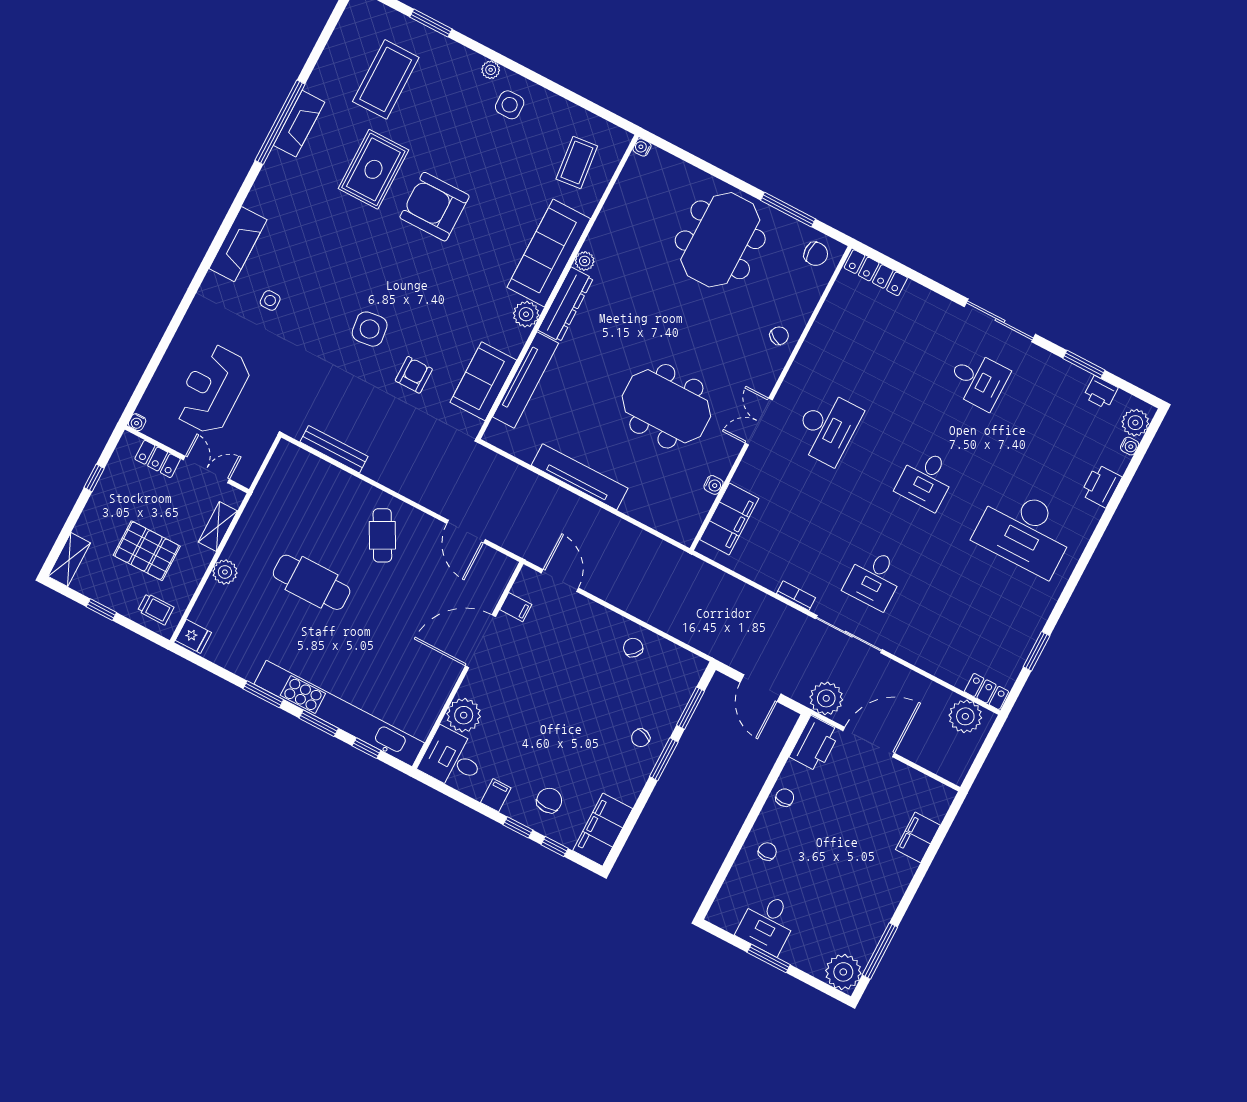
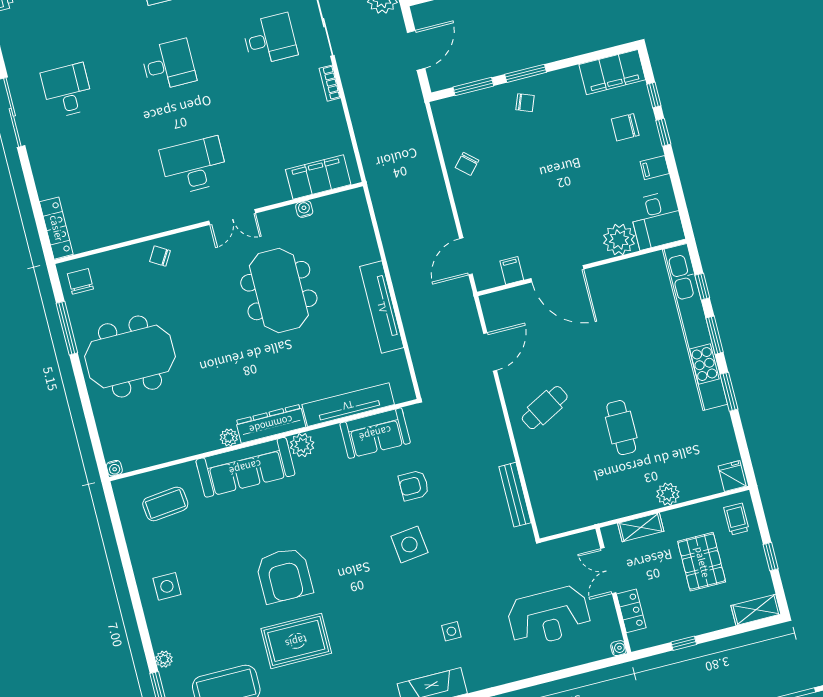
plant: (491, 70) -> (164, 659), moved
cafe table: (312, 582) -> (621, 428), width x0.73, depth x0.74

